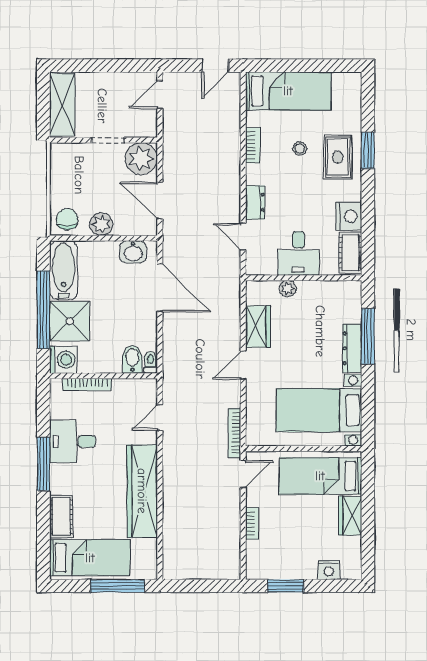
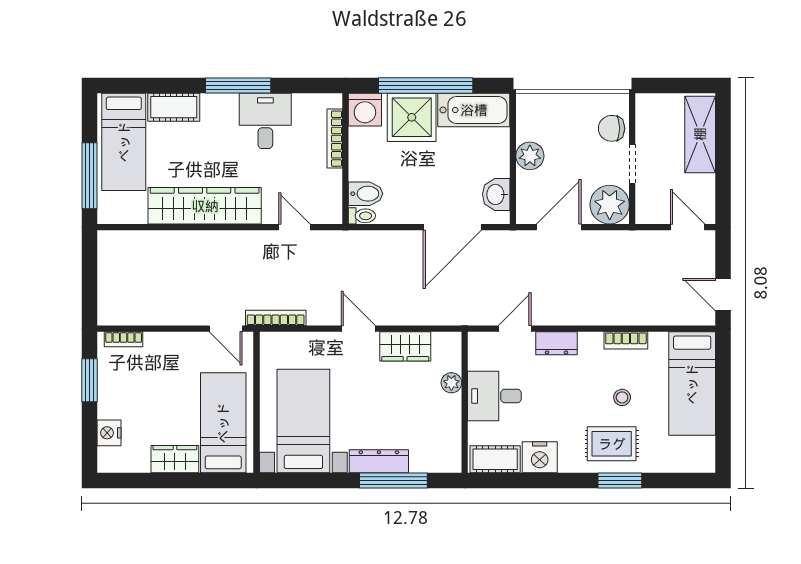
shelving: (62, 105) -> (700, 134), moved, turned 90
chair: (67, 219) -> (612, 128), moved, turned 180
bookcase: (252, 523) -> (124, 339), moved

